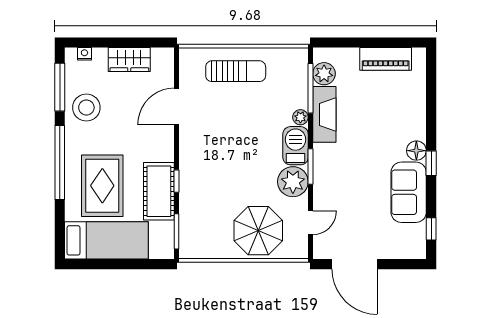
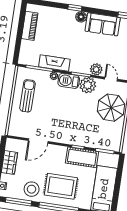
sun lounger: (236, 71) -> (27, 96), moved
plant: (324, 74) -> (96, 69), moved
door: (177, 106) -> (38, 141), hinge flipped
window: (431, 163) -> (75, 8), moved
rug: (102, 186) -> (61, 186), moved

